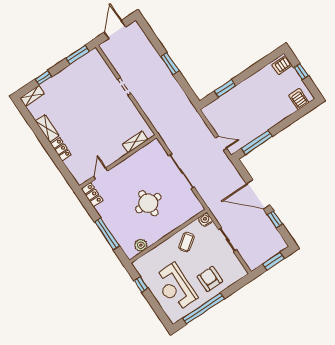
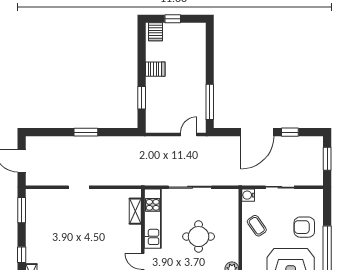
server rack: (299, 99) -> (155, 69), moved, turned 180
kitchen unit: (138, 159) -> (153, 219), added

